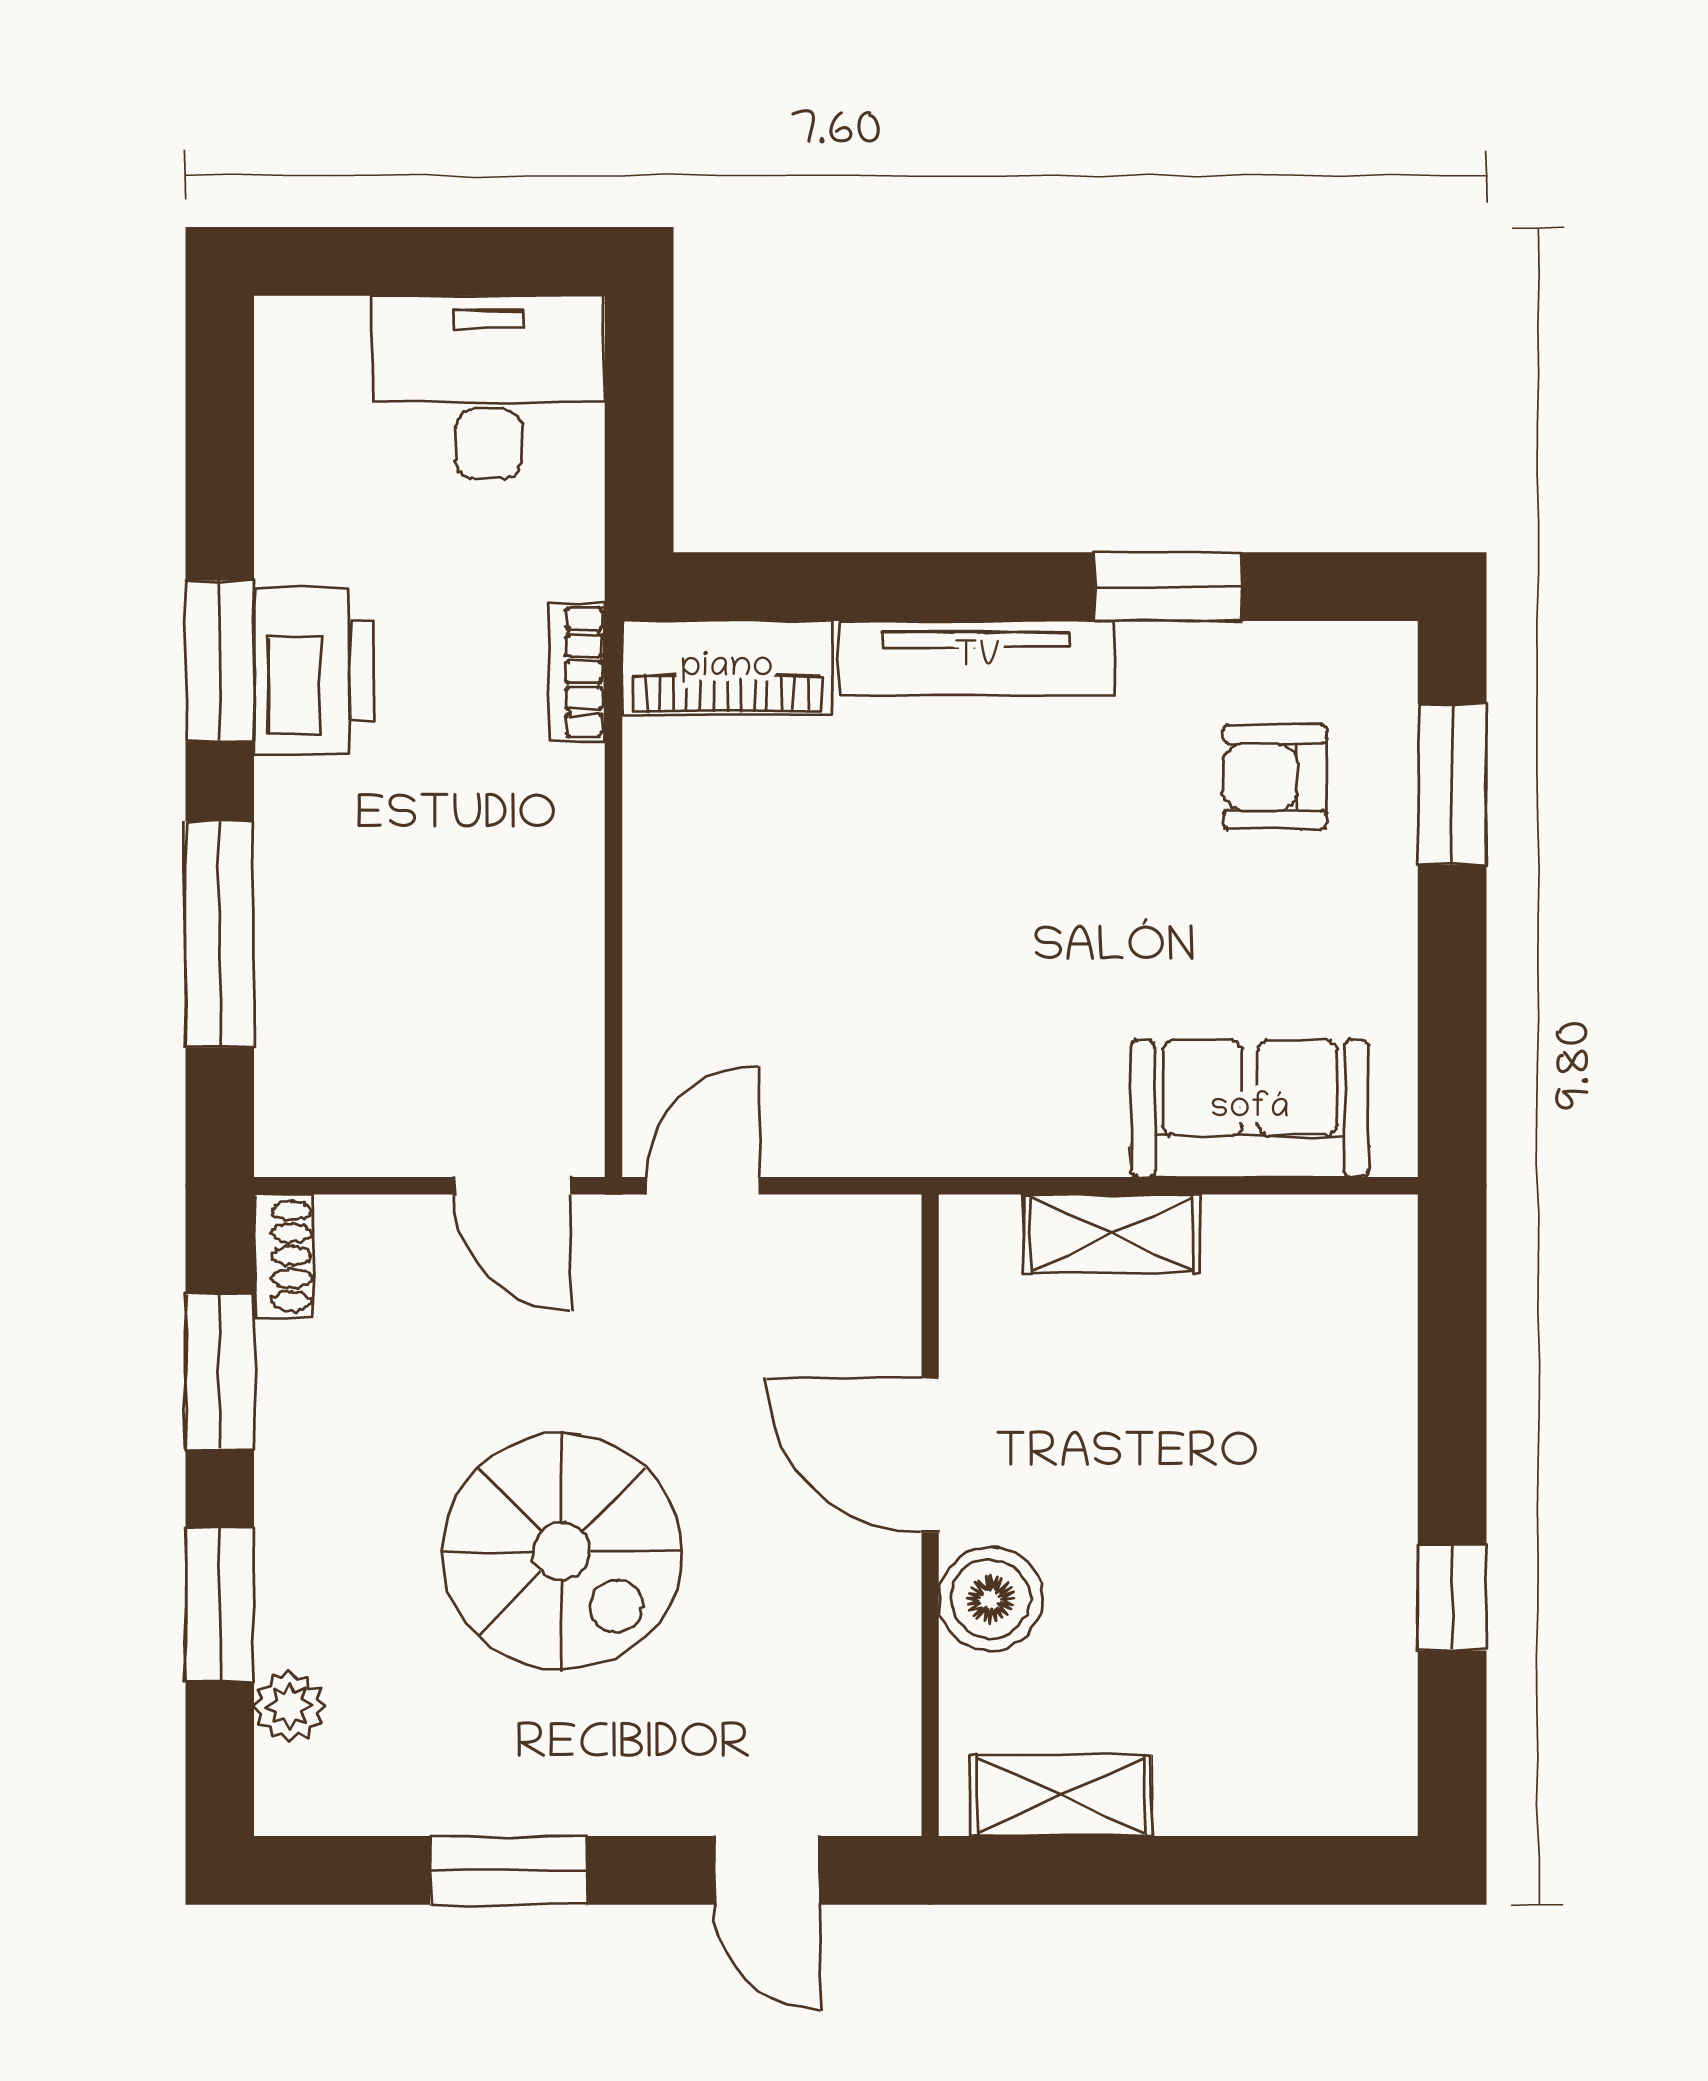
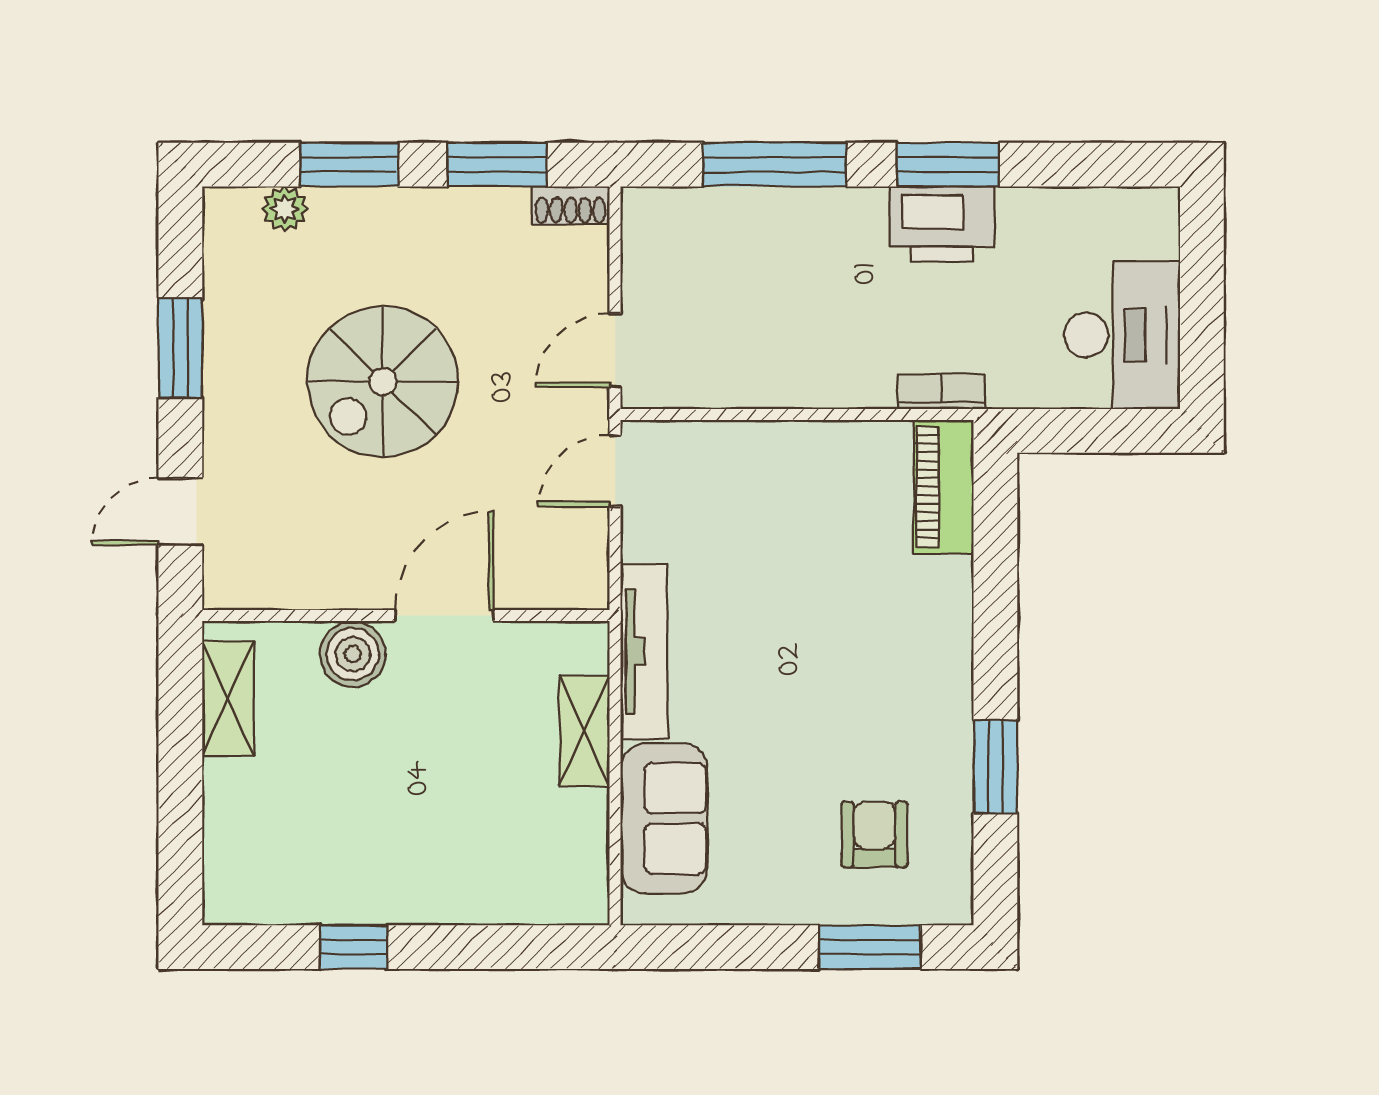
tv unit: (977, 658) -> (644, 651), moved, turned 180
door: (702, 1186) -> (615, 471), swing flipped

